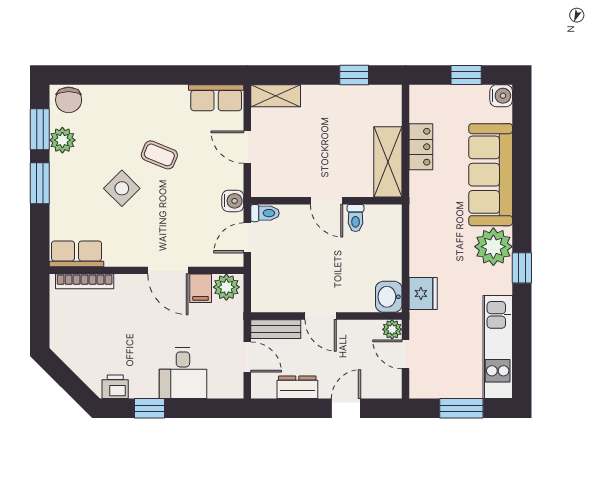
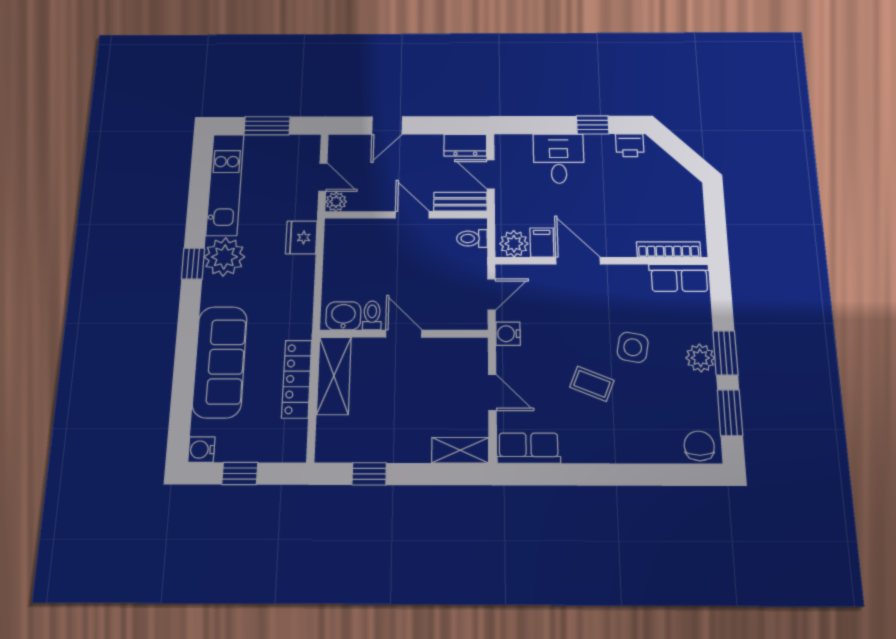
plant: (62, 140) -> (700, 358), moved
locker: (421, 147) -> (297, 379), width x1.53
side table: (122, 188) -> (633, 347), turned -34
toilet: (265, 213) -> (472, 238), moved
plant: (493, 247) -> (224, 257), moved
washbasin: (389, 297) -> (343, 316), moved, turned -90
dresser: (297, 387) -> (465, 145), moved

